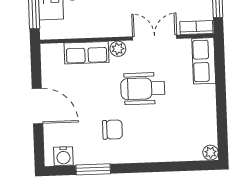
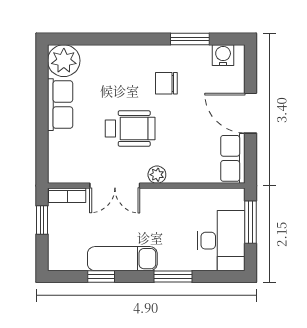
row of seats: (87, 53) -> (233, 158), moved, turned -90
row of seats: (204, 61) -> (60, 105), moved
plant: (210, 153) -> (64, 61), width x1.87, depth x1.87

